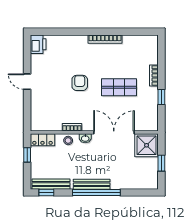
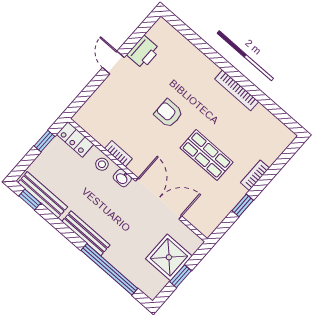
printer: (38, 44) -> (143, 52), moved
armchair: (80, 83) -> (168, 113), turned -90
shower: (147, 145) -> (169, 257), moved
window: (96, 193) -> (109, 269), moved

